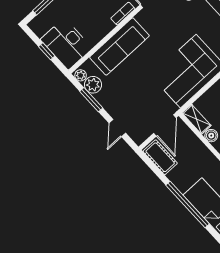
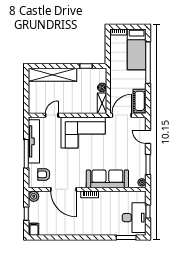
desk: (66, 44) -> (134, 218), moved
plant: (93, 85) -> (140, 171), removed
door: (117, 128) -> (148, 137), swing flipped

